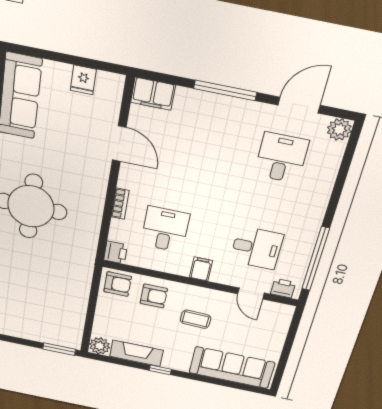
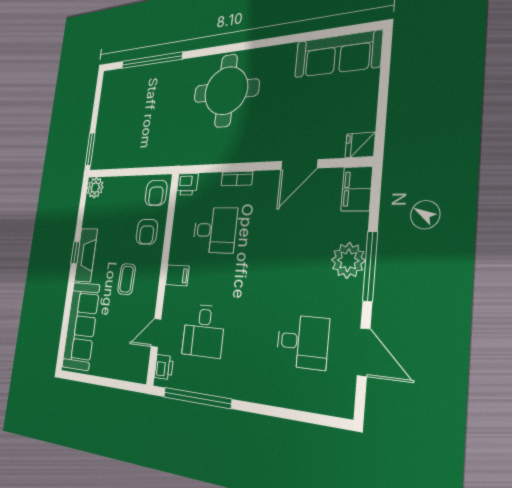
fridge: (83, 80) -> (360, 145), moved
plant: (339, 129) -> (348, 260), moved, width x1.36, depth x1.36
fireplace: (136, 353) -> (86, 255), moved

